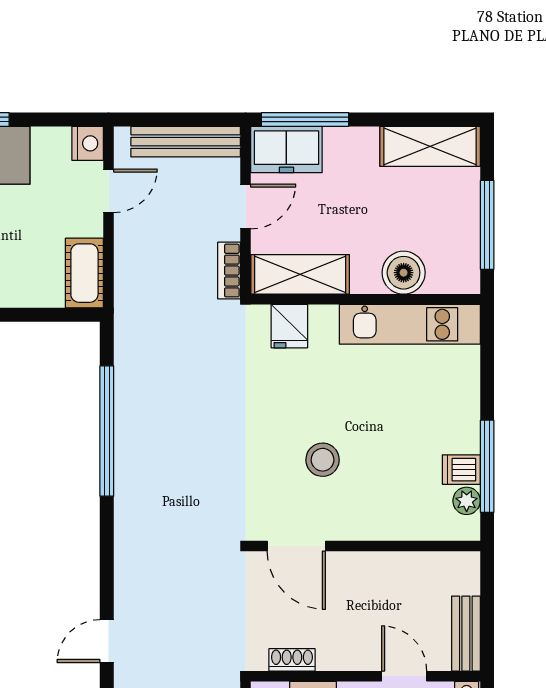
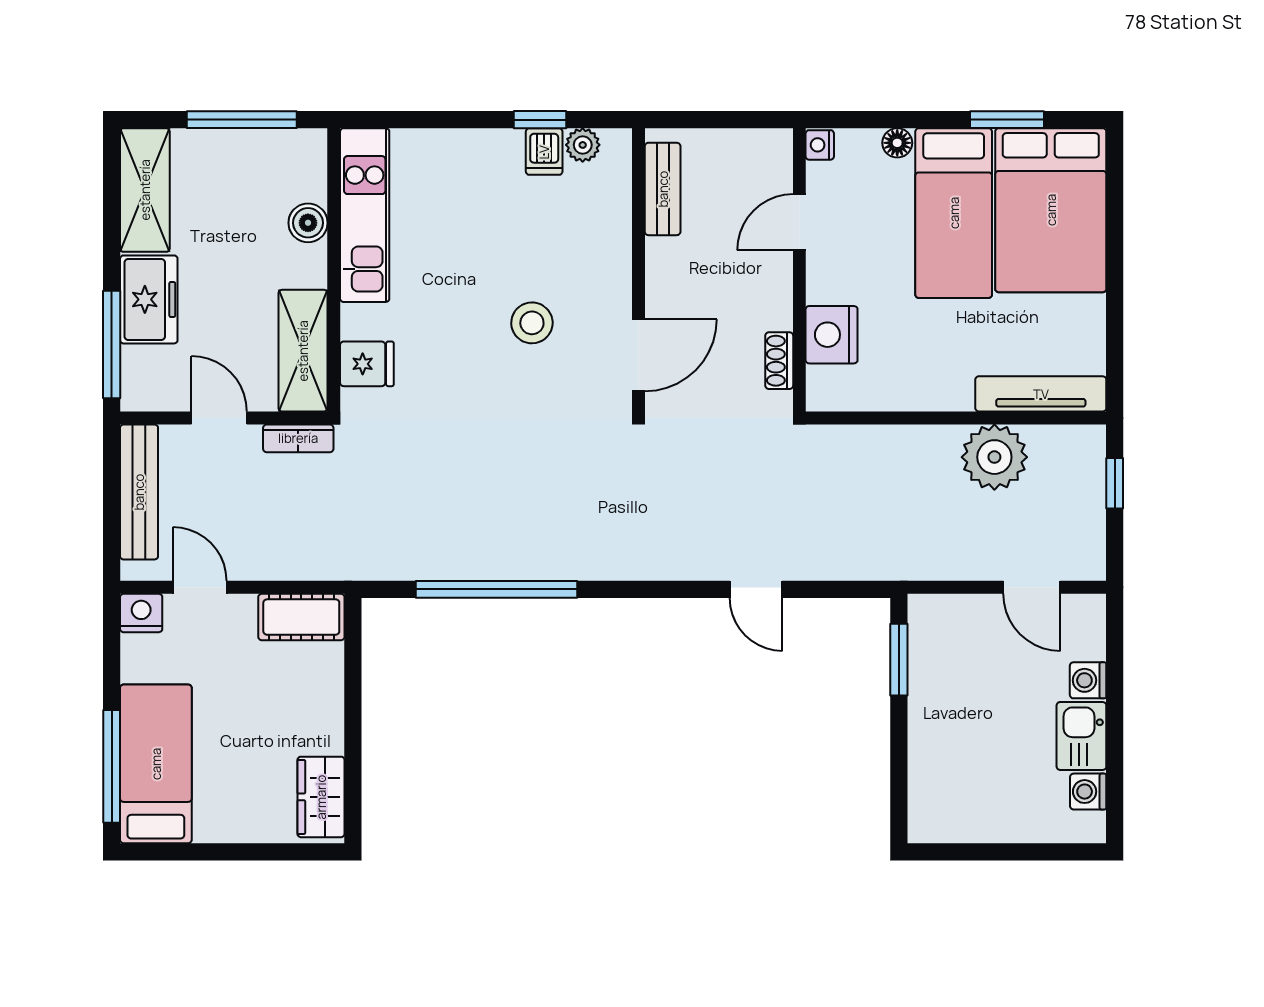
freezer: (286, 150) -> (149, 299), moved
boiler: (404, 273) -> (308, 223), width x0.73, depth x0.73
window: (487, 466) -> (540, 120), width x0.46
bench: (466, 634) -> (663, 189), moved, turned 90

